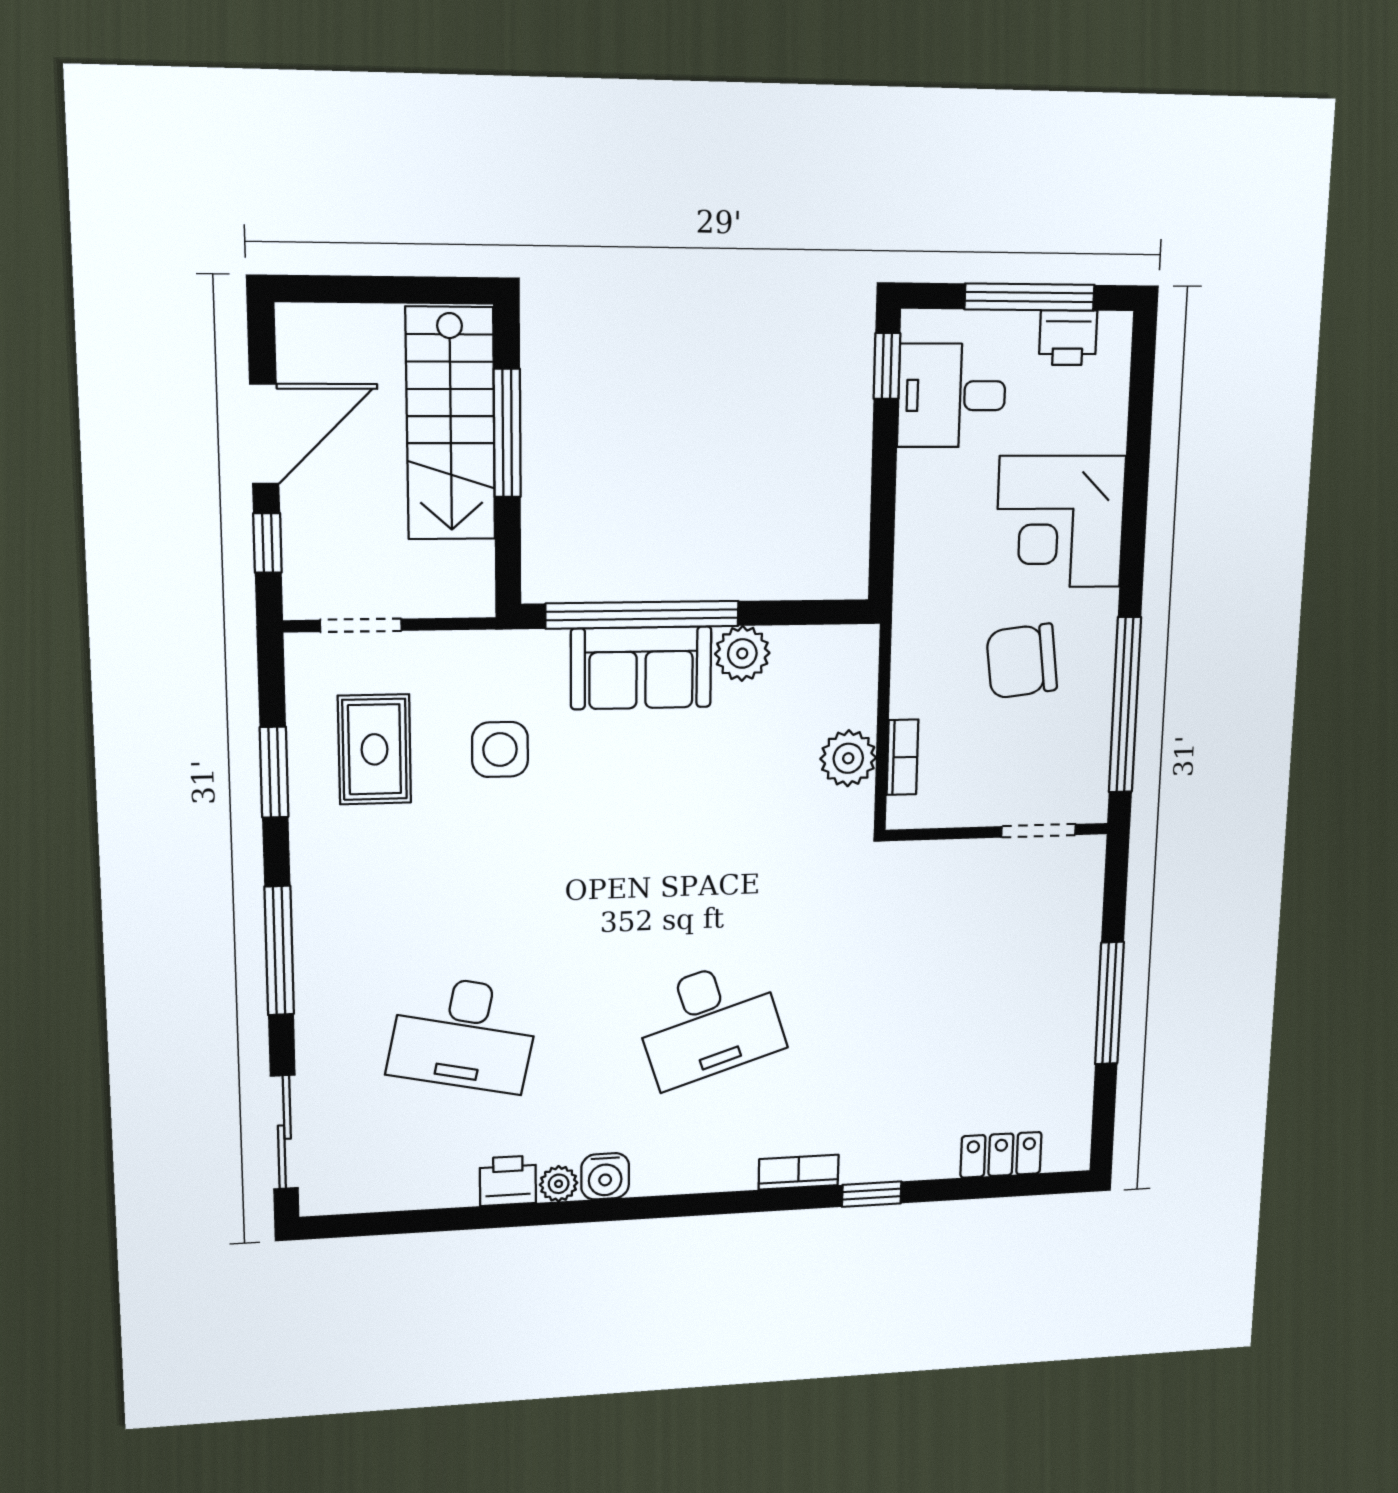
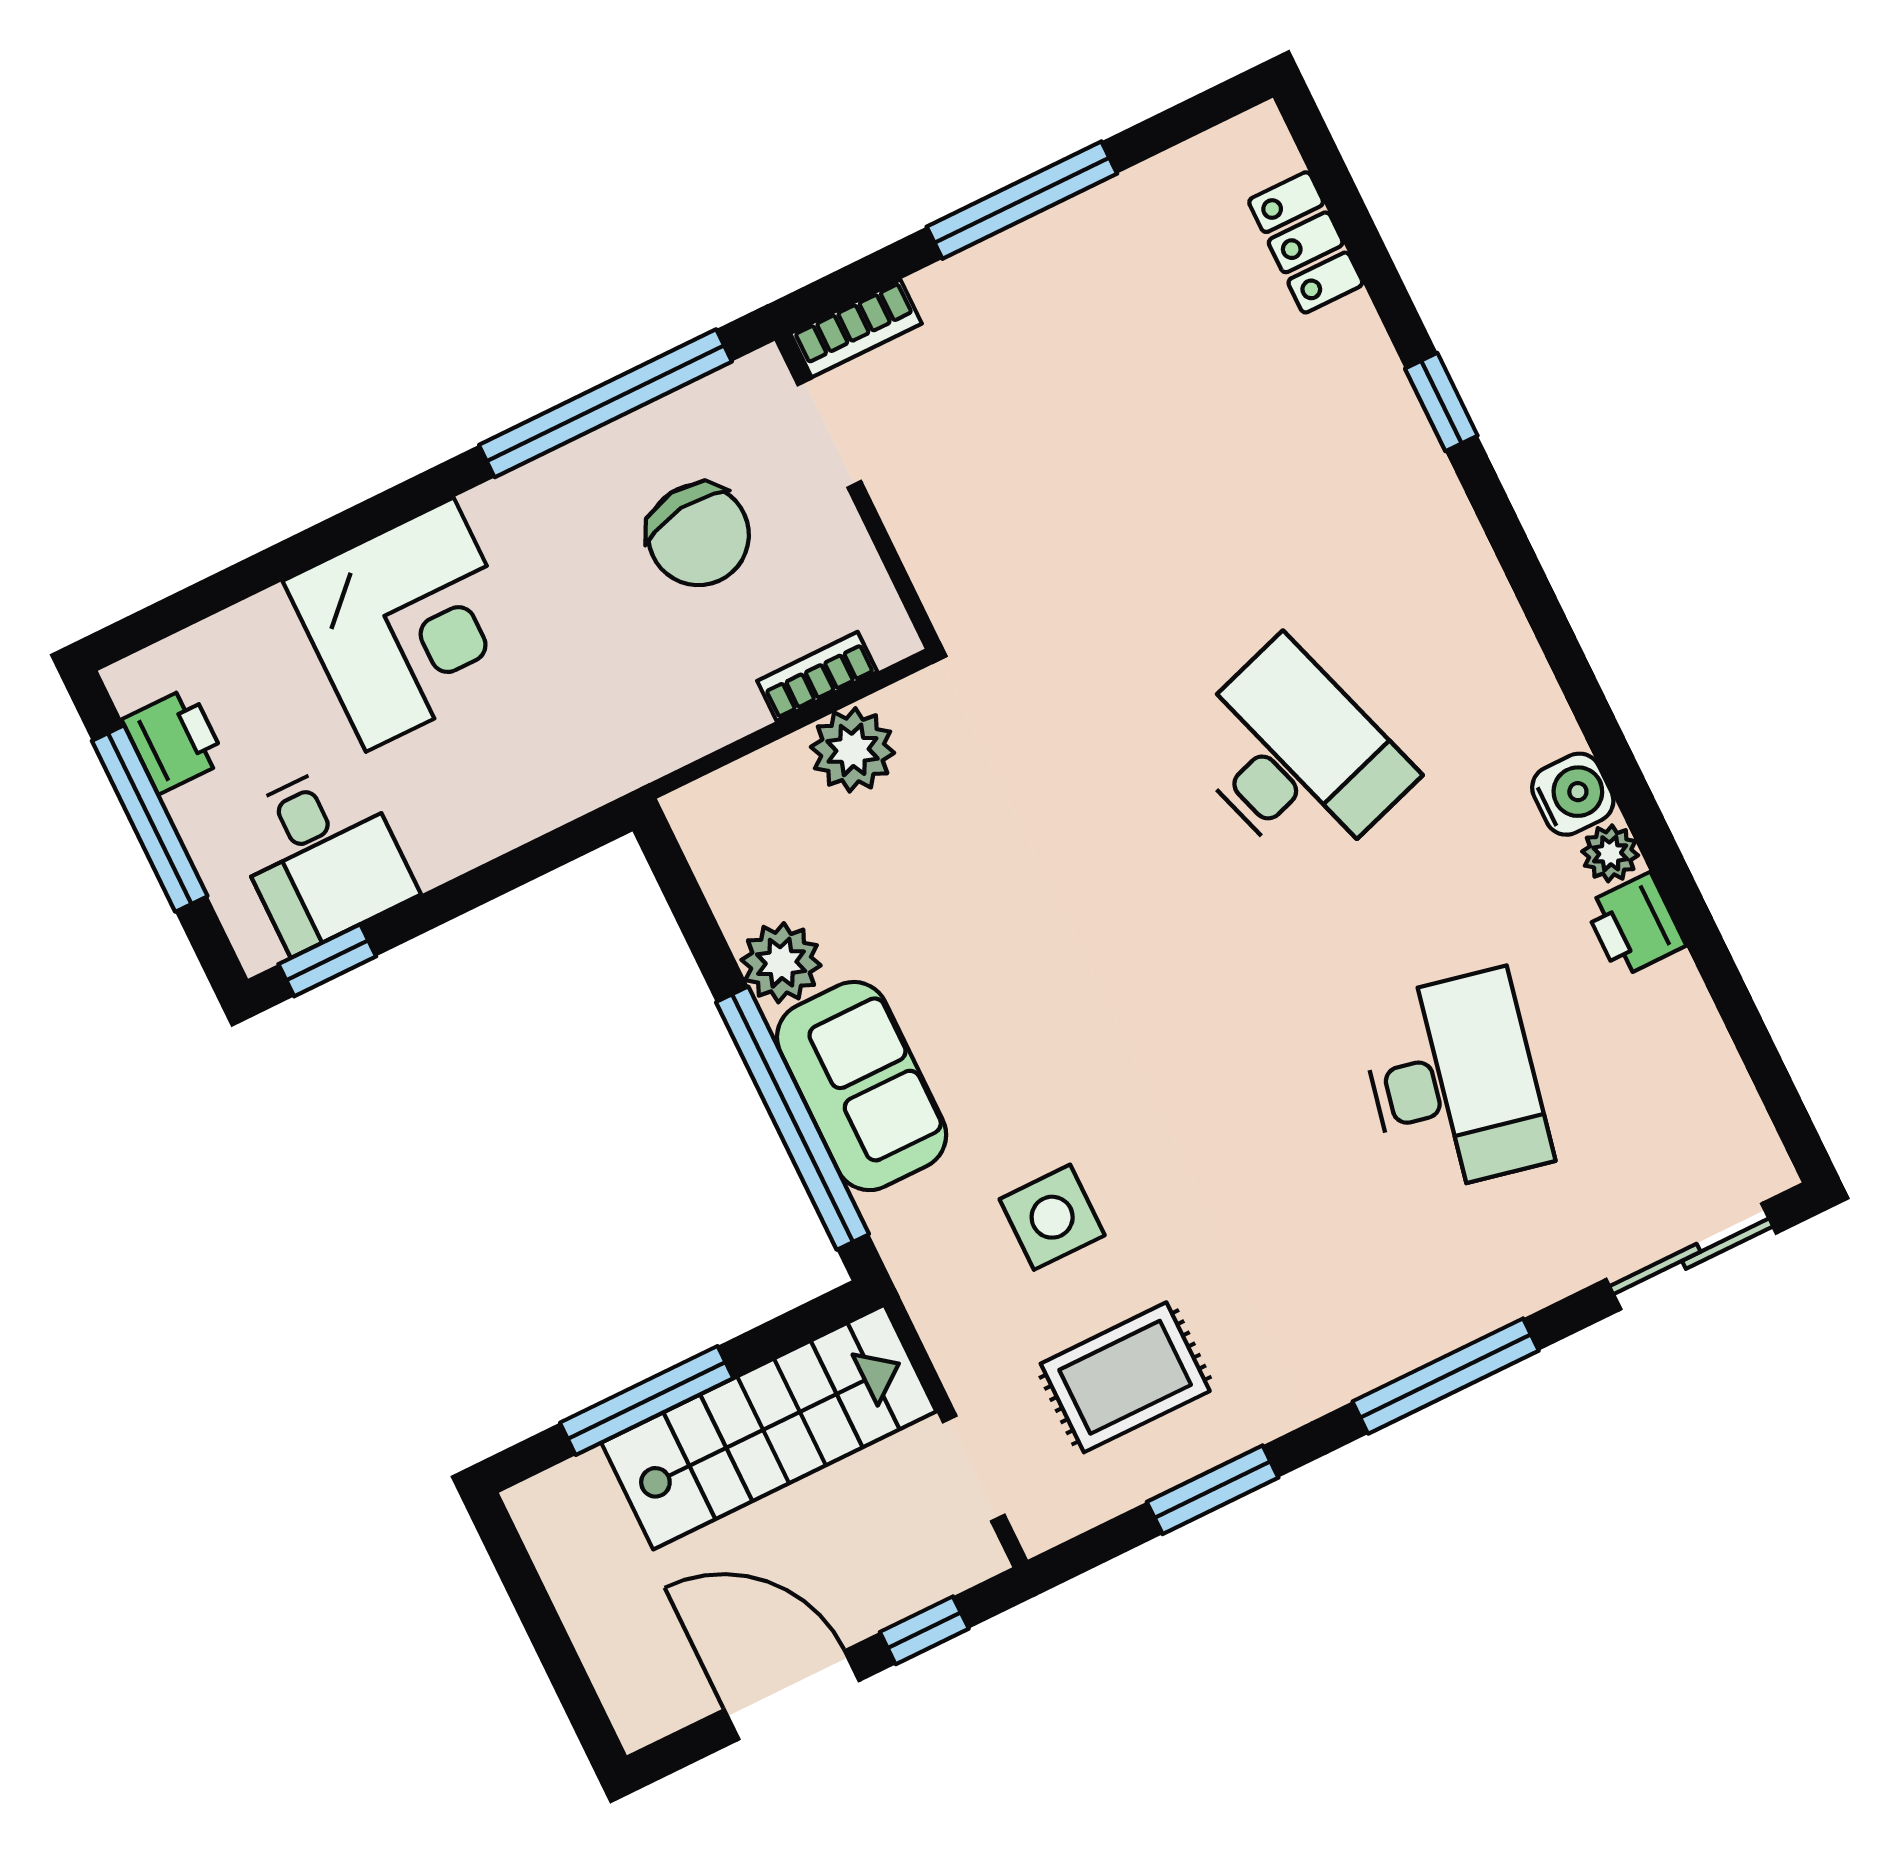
stairs: (451, 424) -> (769, 1427), moved
chair: (1022, 661) -> (699, 535), moved
bookcase: (799, 1172) -> (856, 328), moved, turned -90

